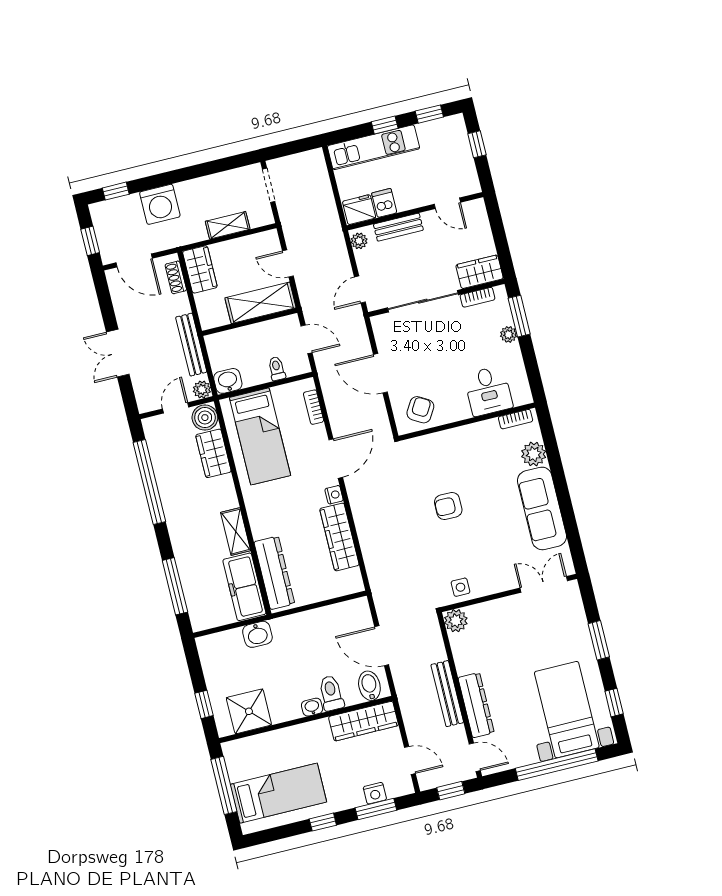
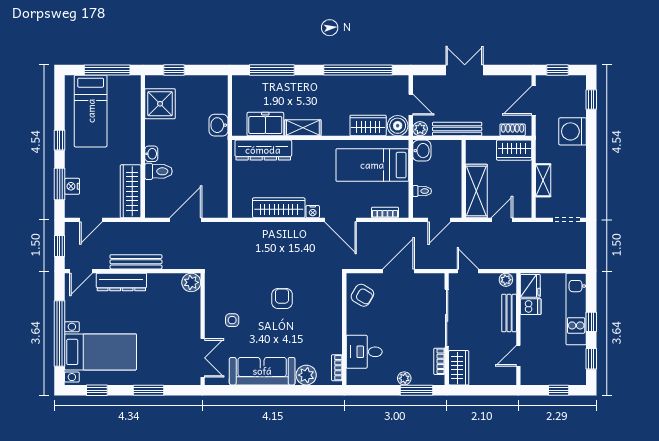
freezer: (244, 587) -> (265, 124), width x0.71
side table: (460, 587) -> (232, 320), moved
bidet: (369, 686) -> (157, 203), removed

